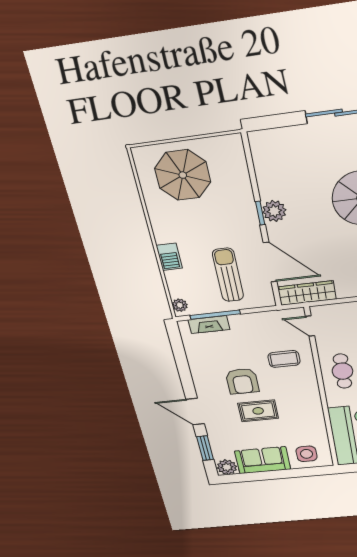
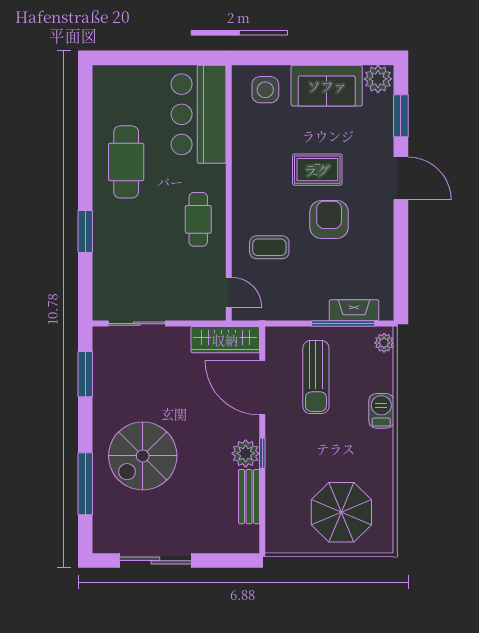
bench: (265, 177) -> (249, 497), added

